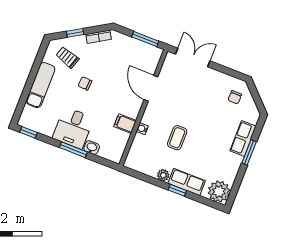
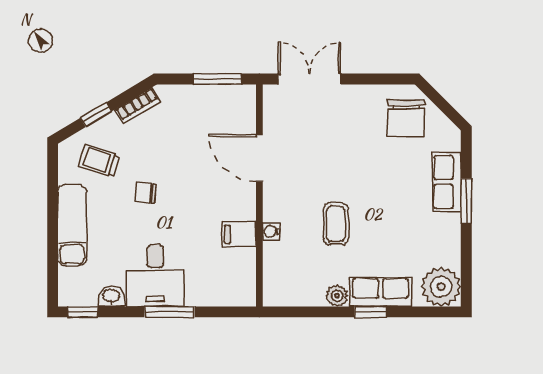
chair: (235, 97) -> (406, 118), width x1.87, depth x1.87
washbasin: (92, 148) -> (111, 296), moved

